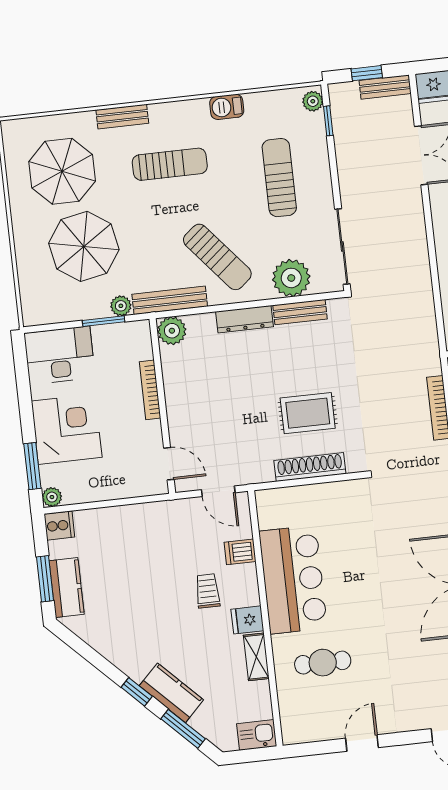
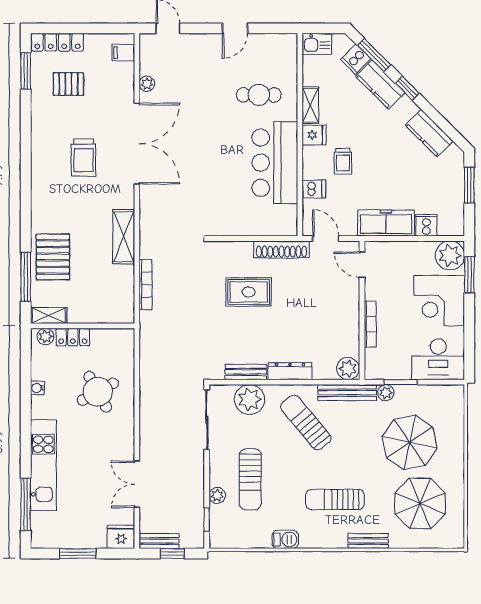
plant: (313, 101) -> (217, 496), moved
shoe rack: (310, 467) -> (282, 249), moved
plant: (52, 497) -> (450, 255), width x1.88, depth x1.88
freezer: (145, 519) -> (386, 223), added
cooker: (59, 526) -> (426, 225), moved, turned 90
kitchen counter: (67, 588) -> (429, 133), moved, turned -45
cooker: (206, 721) -> (356, 59), added

